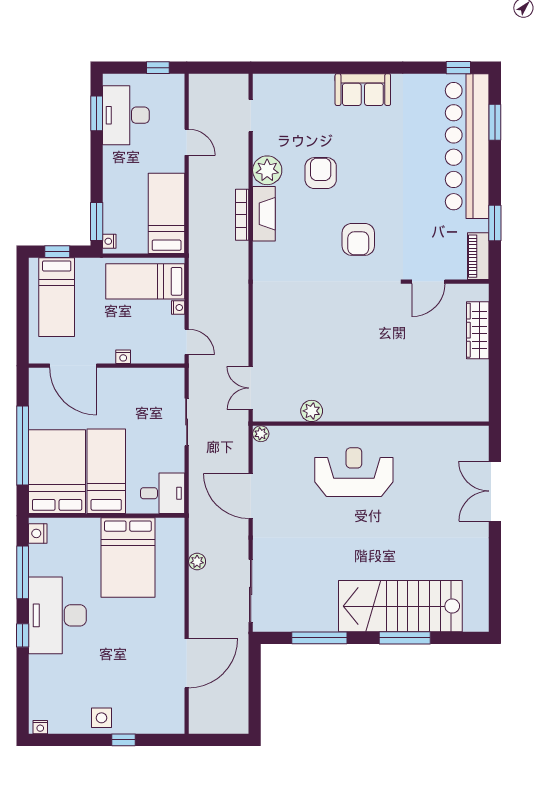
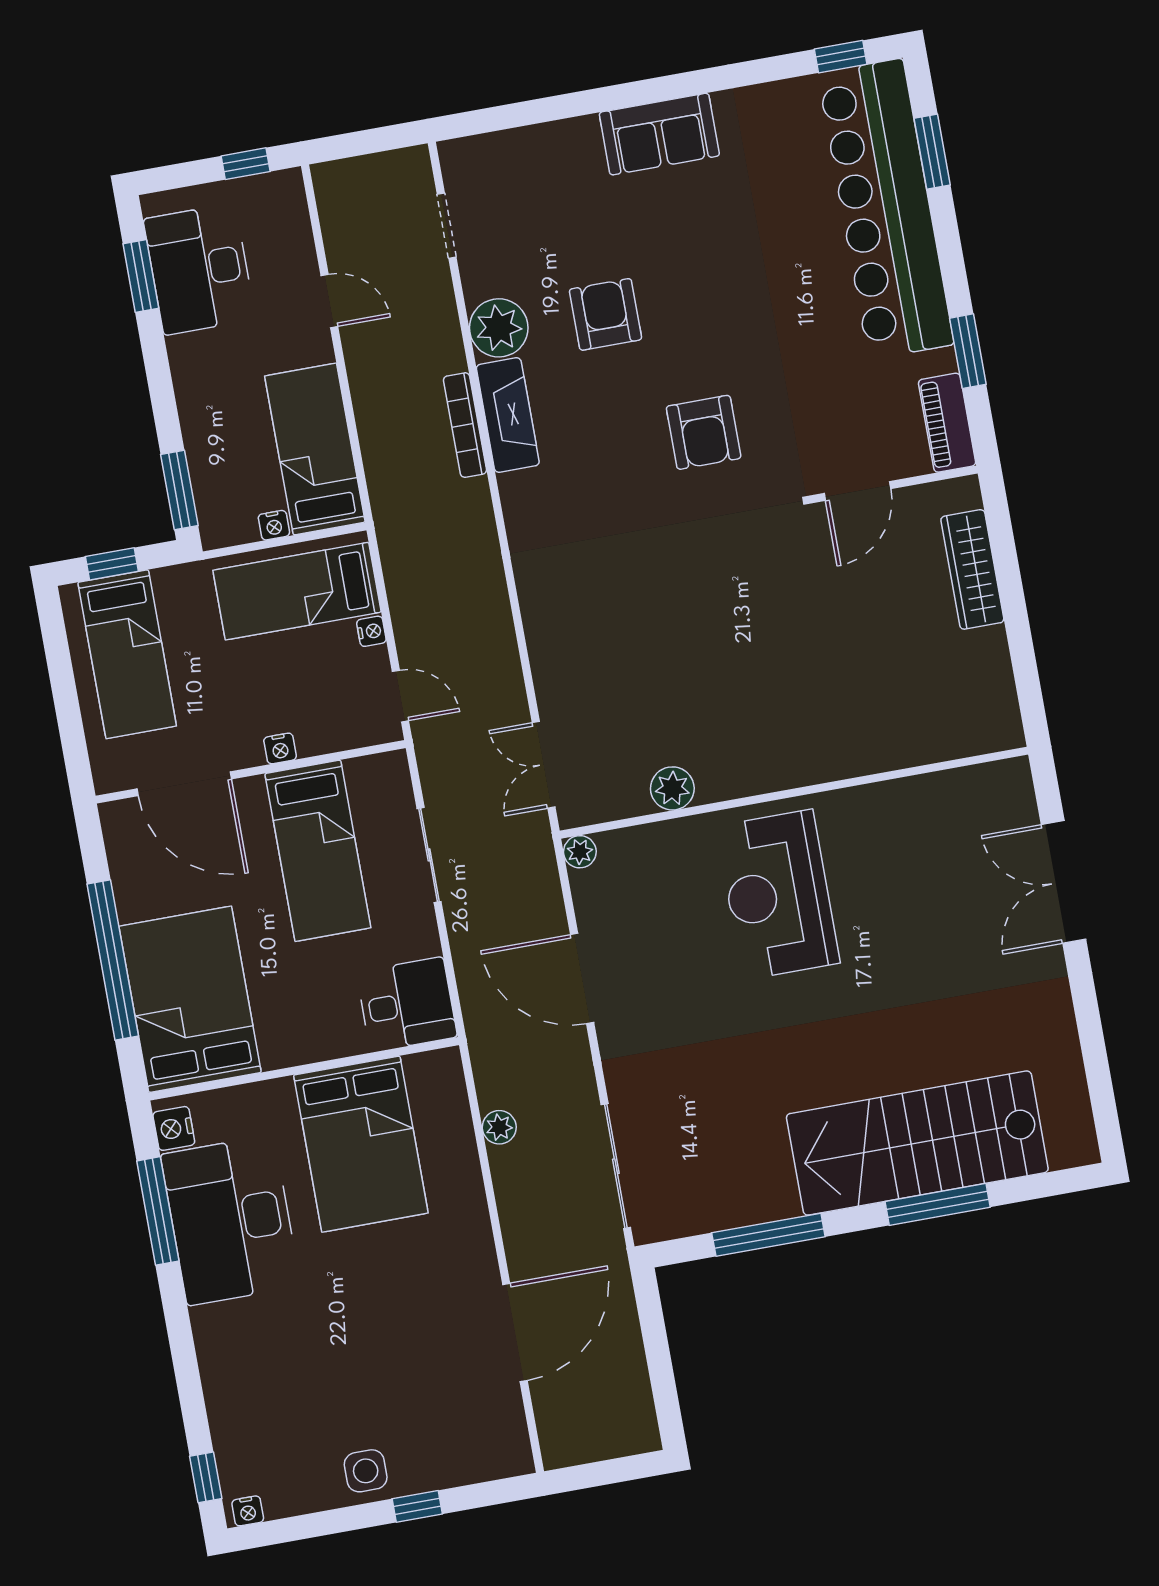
nightstand: (109, 241) -> (274, 525), moved, turned -90
bed: (106, 471) -> (318, 851), moved, turned 180
reception desk: (354, 472) -> (778, 895), turned -90
desk: (57, 615) -> (231, 1220), moved
window: (23, 635) -> (206, 1477), moved

